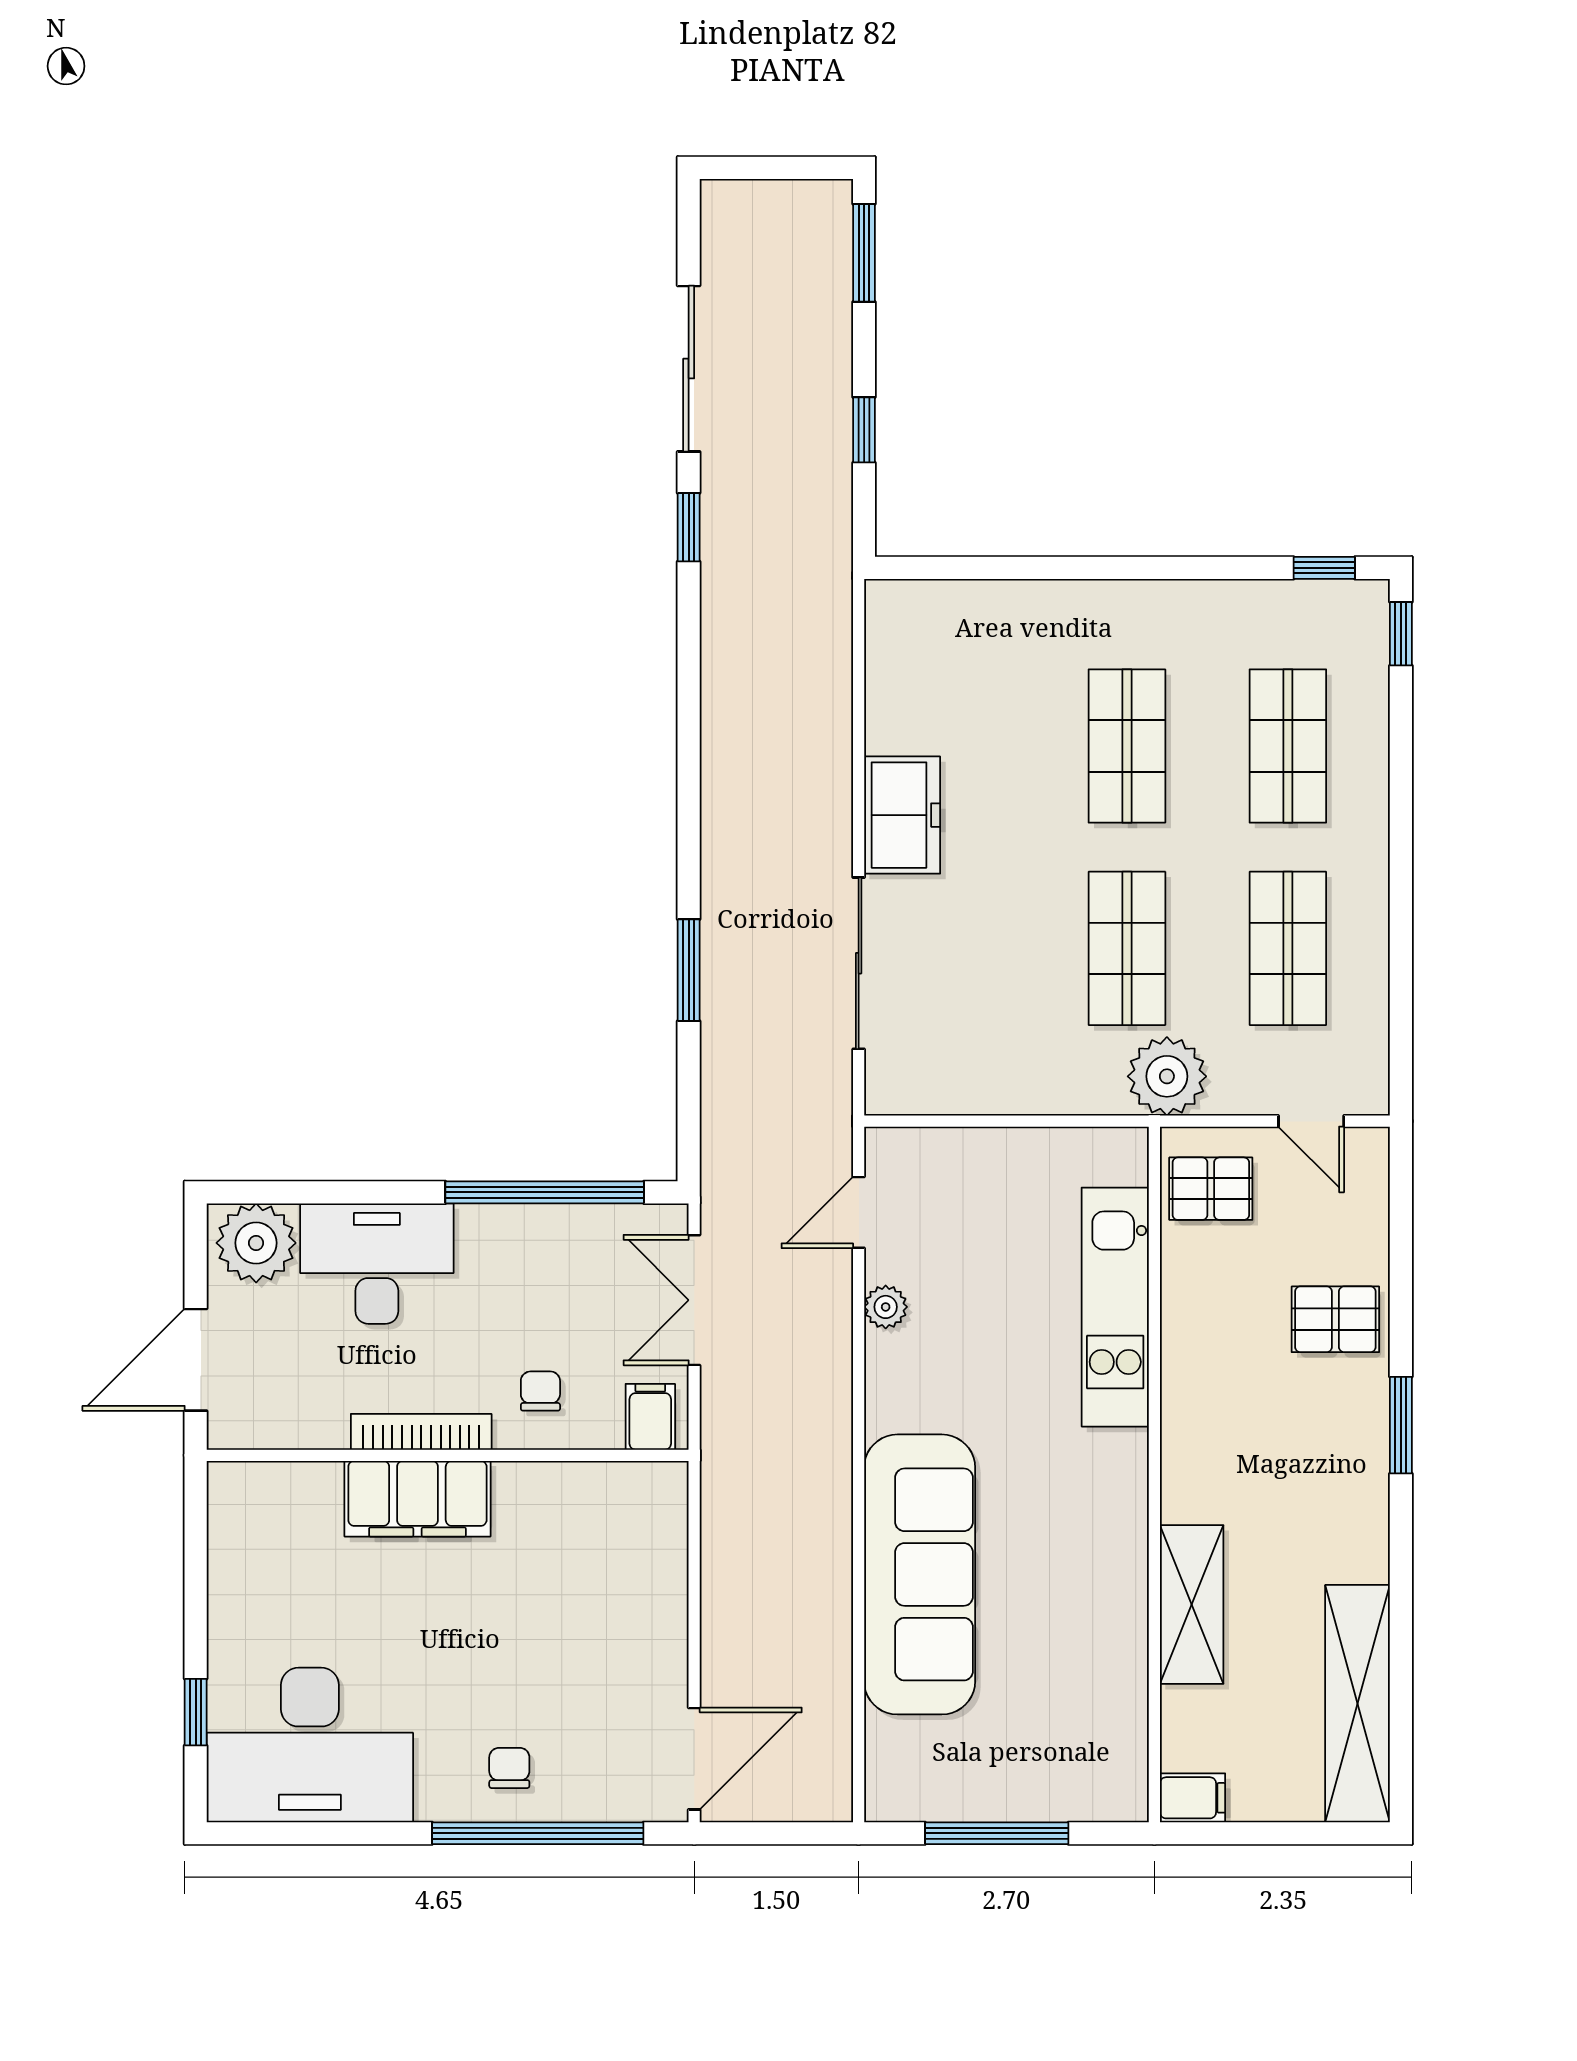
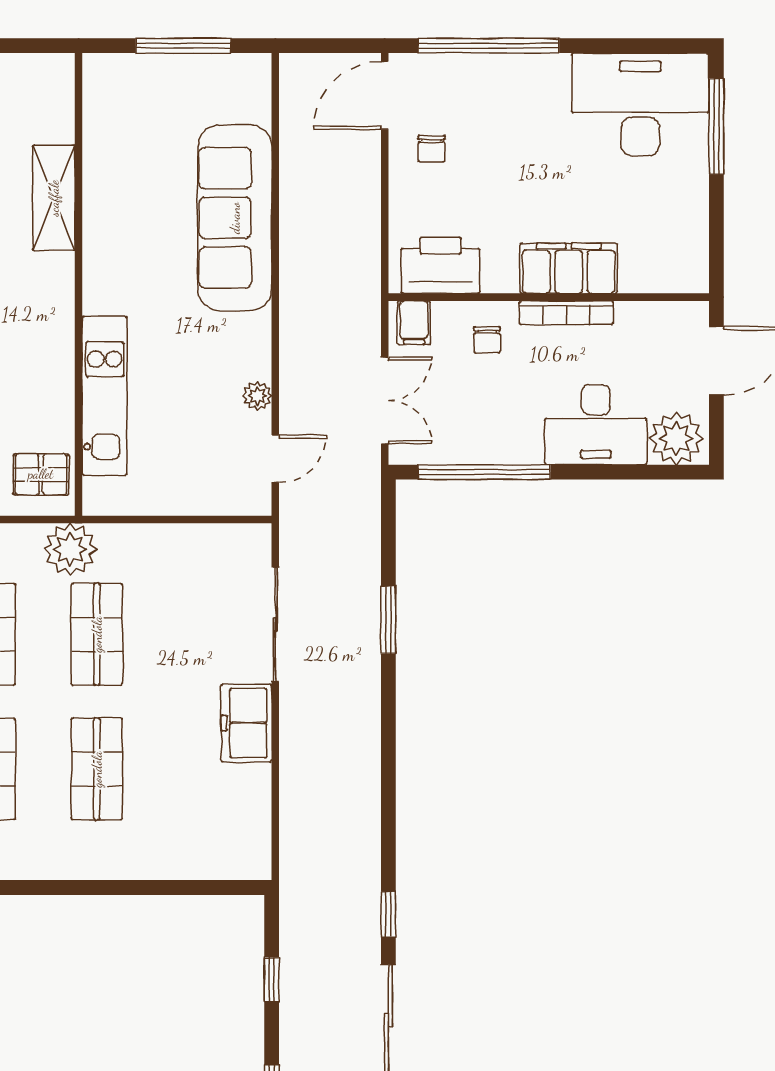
printer: (610, 1503) -> (441, 265), added
window: (196, 1712) -> (716, 126), width x2.17
chair: (509, 1768) -> (432, 149), moved
filing cabinet: (1193, 1798) -> (53, 69), removed

